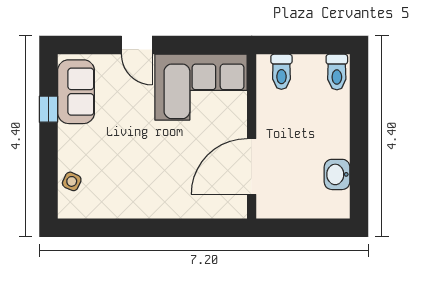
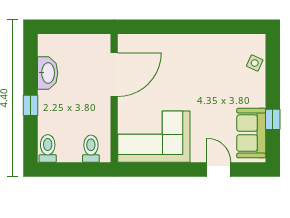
door: (137, 45) -> (219, 169), moved
window: (359, 127) -> (30, 105), added
washbasin: (337, 174) -> (48, 73), width x1.38

